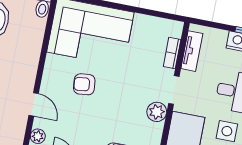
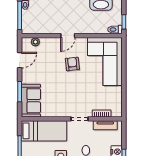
door: (34, 104) -> (68, 36), moved
plant: (157, 112) -> (64, 111), removed

